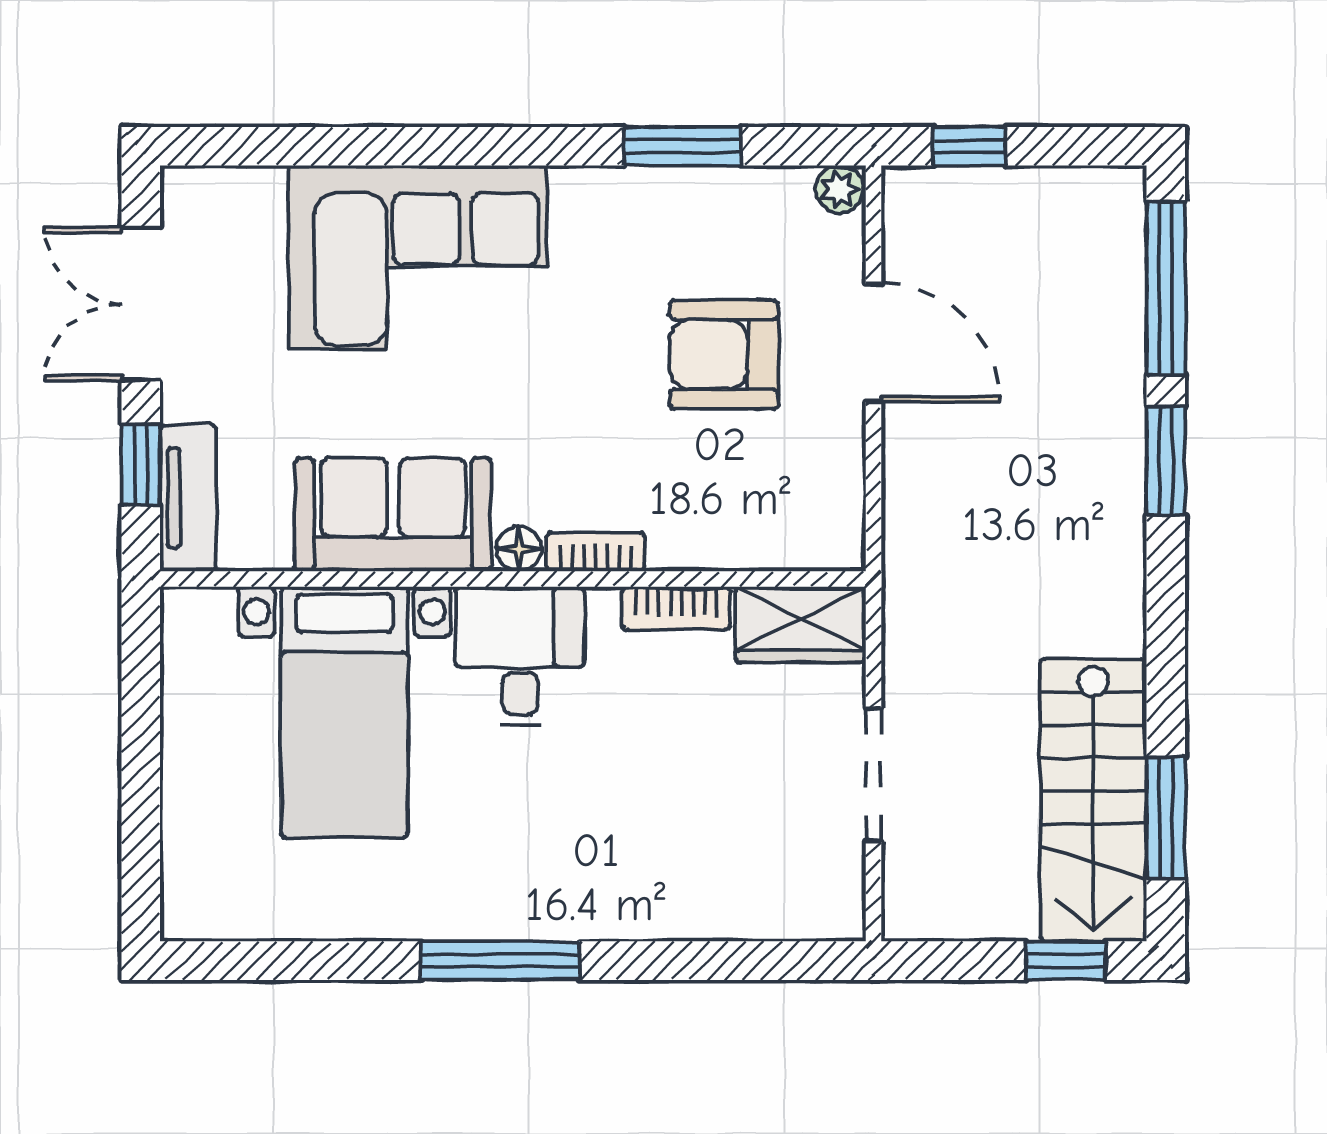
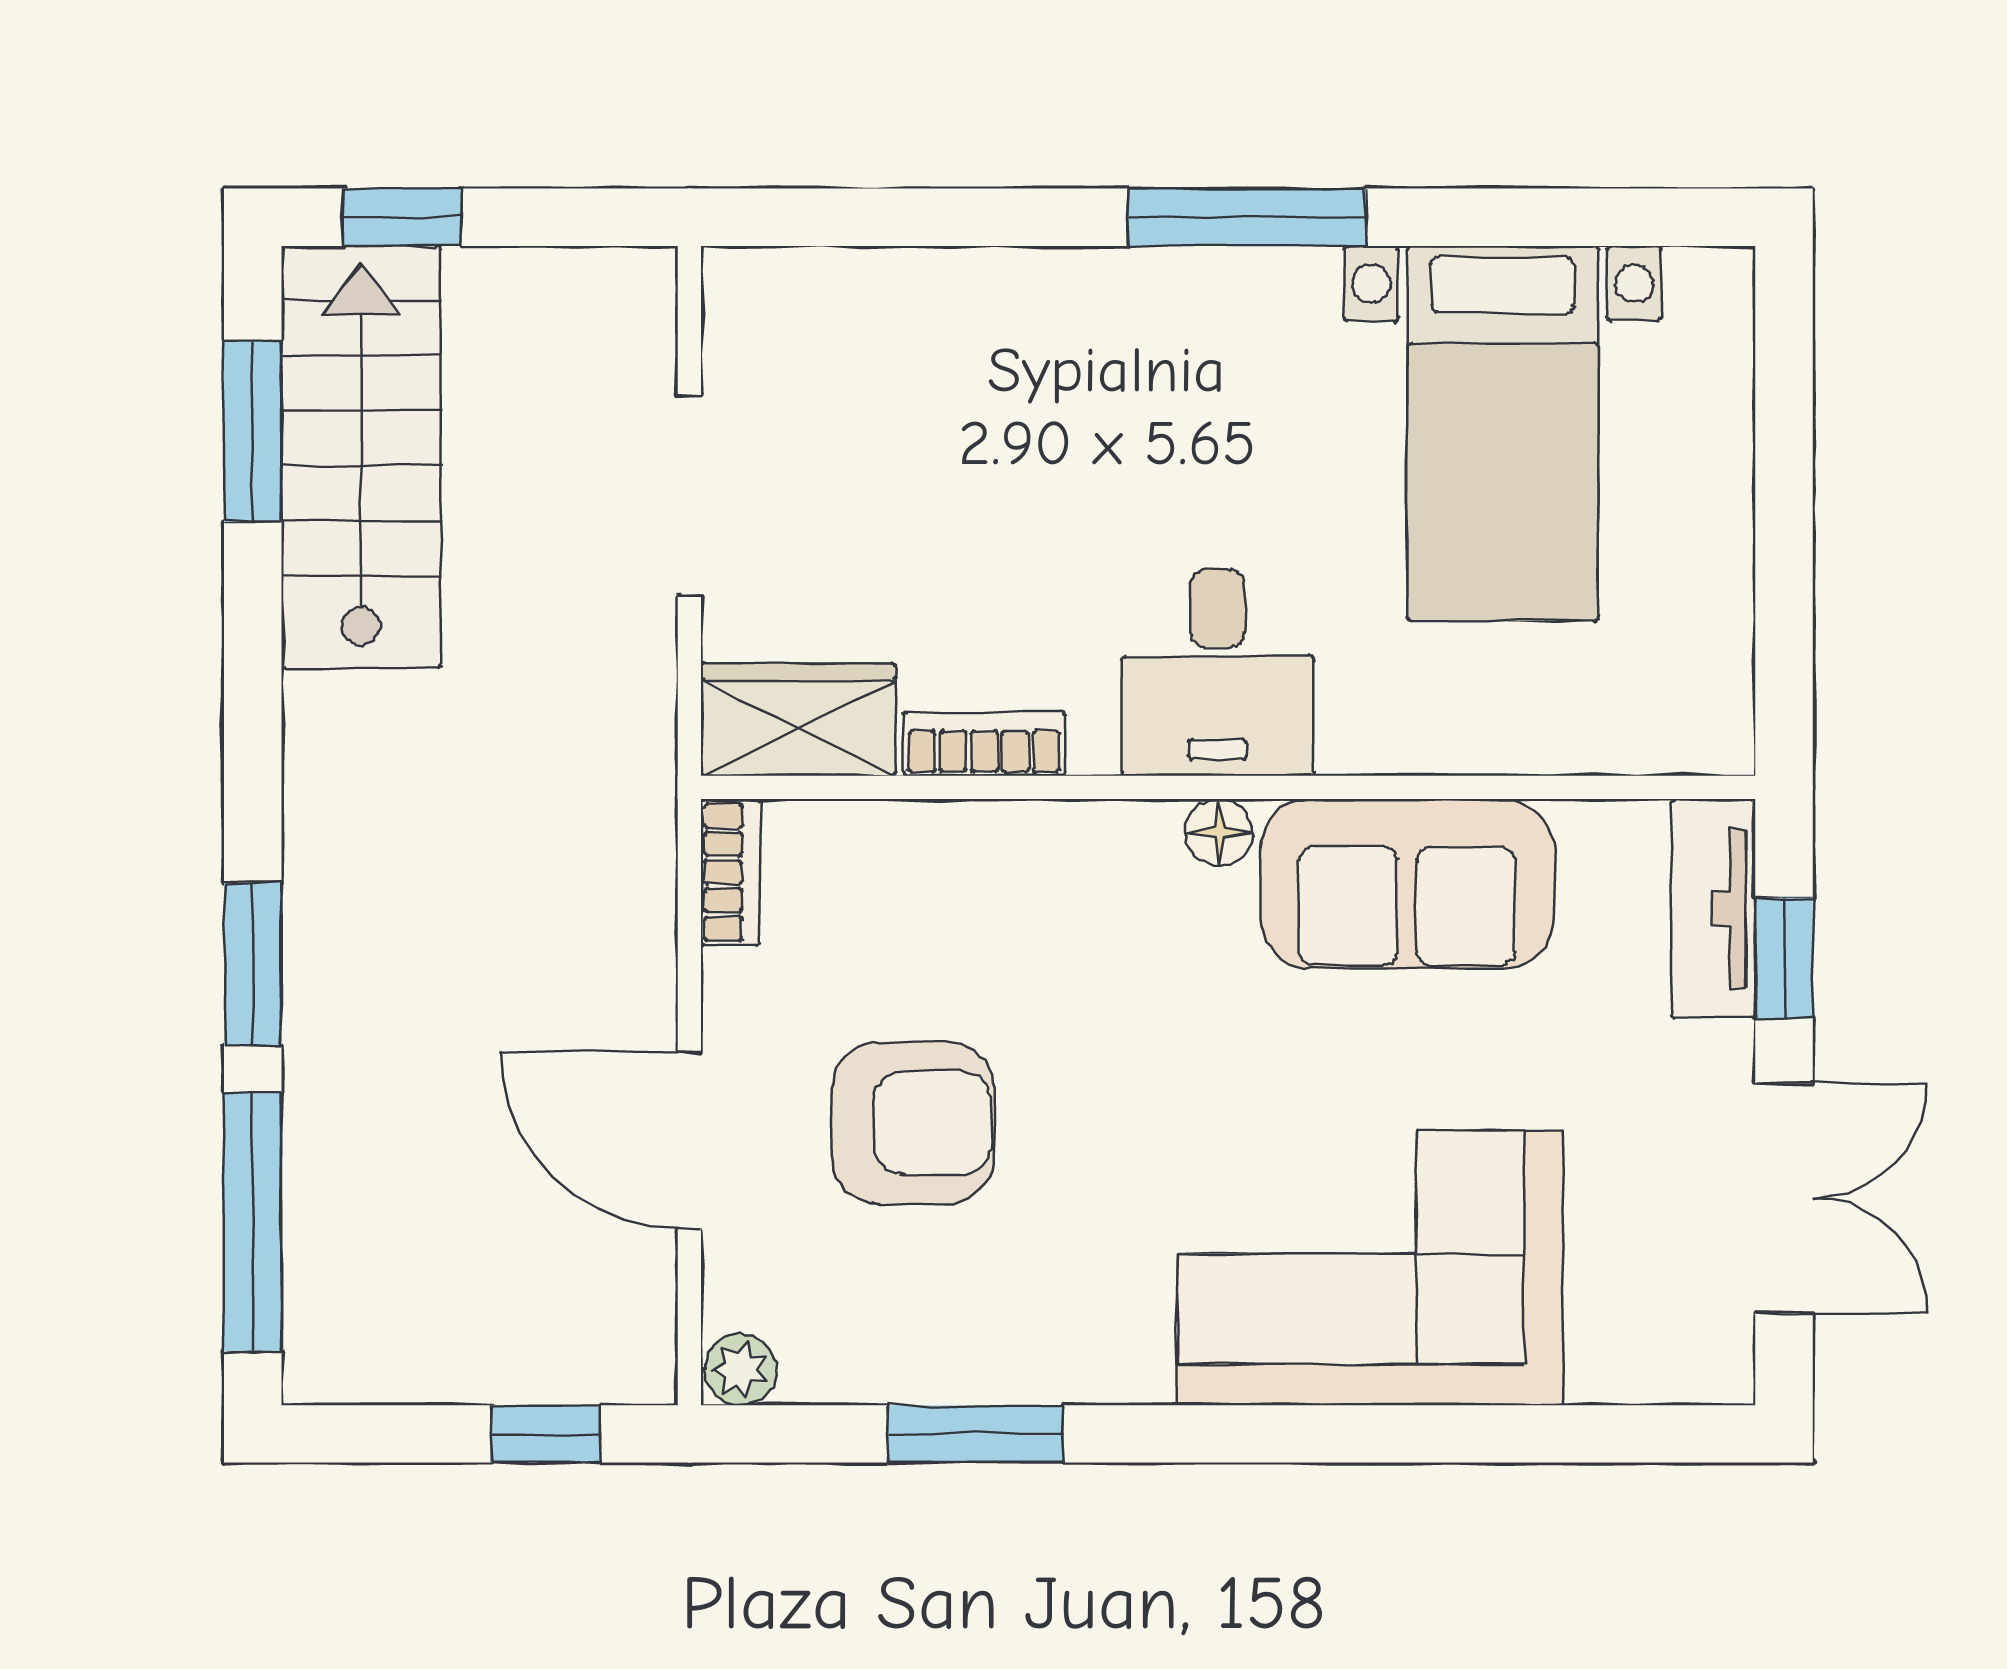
bookcase: (596, 552) -> (730, 872), moved, turned -90
bed with nightstands: (345, 712) -> (1503, 433), moved, turned 180

